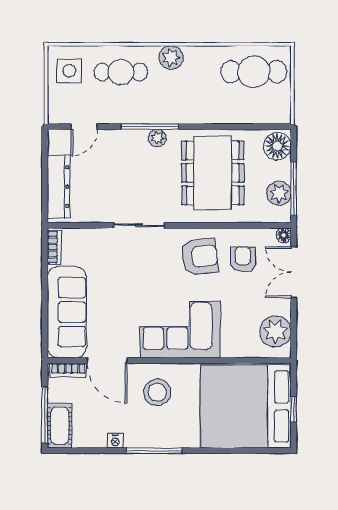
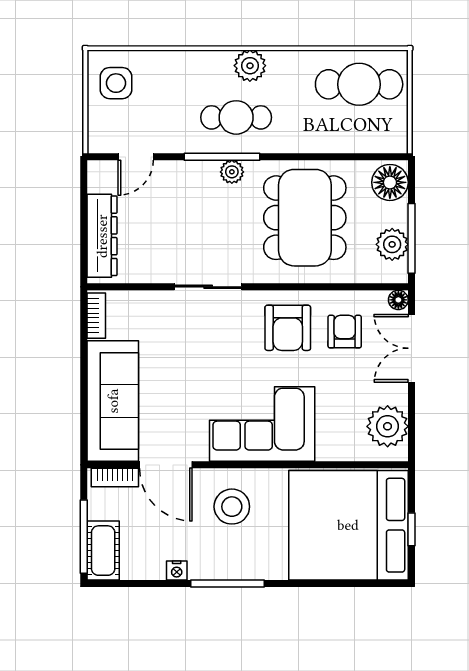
cafe table: (121, 72) -> (236, 117), moved
armchair: (200, 257) -> (288, 328), turned 97

